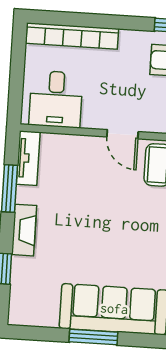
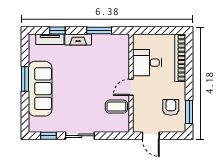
desk: (56, 99) -> (147, 63), moved
tv unit: (28, 158) -> (50, 39), moved

